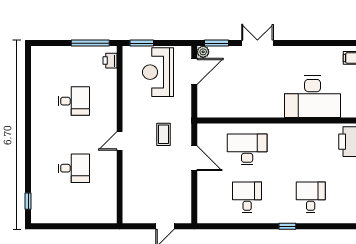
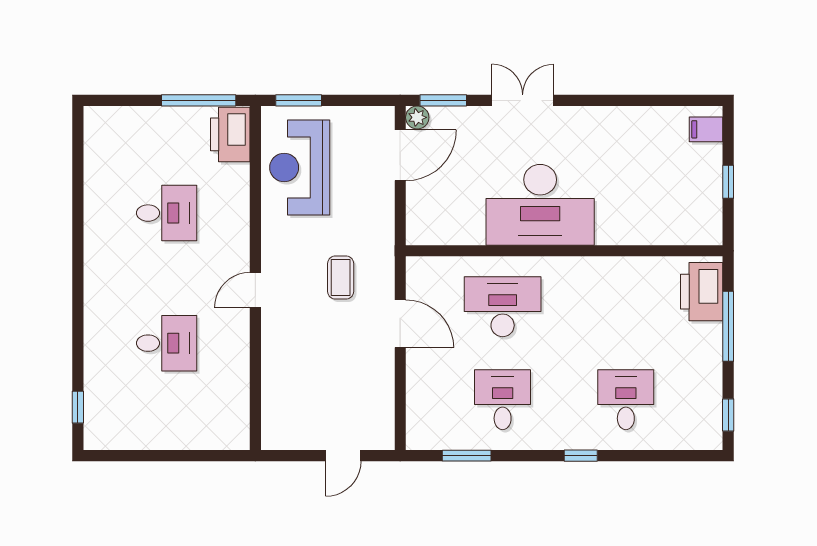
printer: (110, 61) -> (230, 134), width x1.87, depth x1.48
reception desk: (158, 72) -> (300, 168), moved
desk: (313, 97) -> (540, 205), moved
window: (229, 226) -> (467, 456), added

